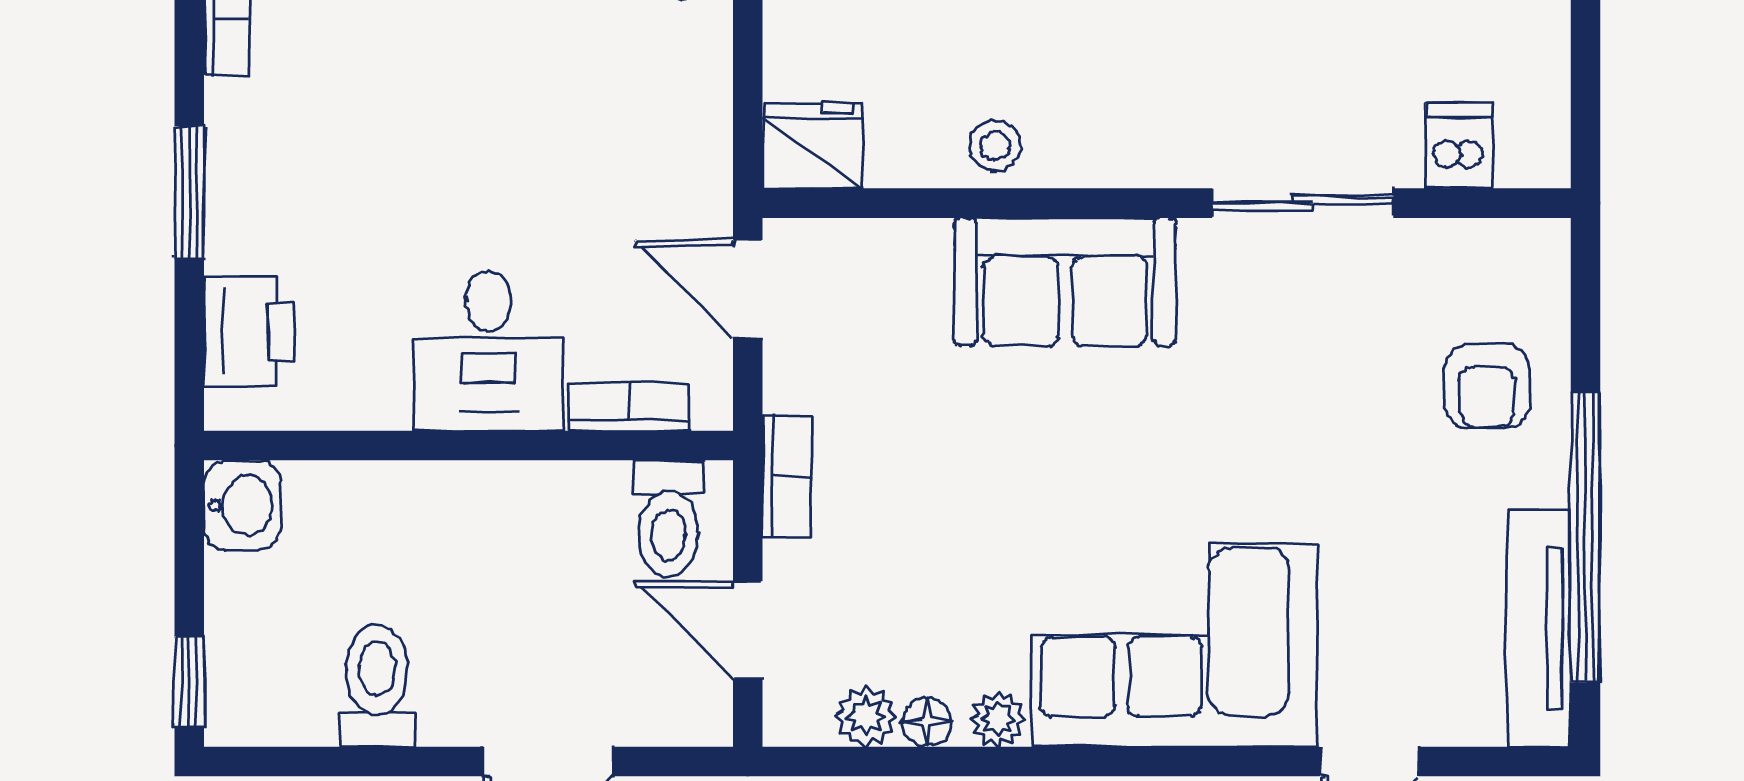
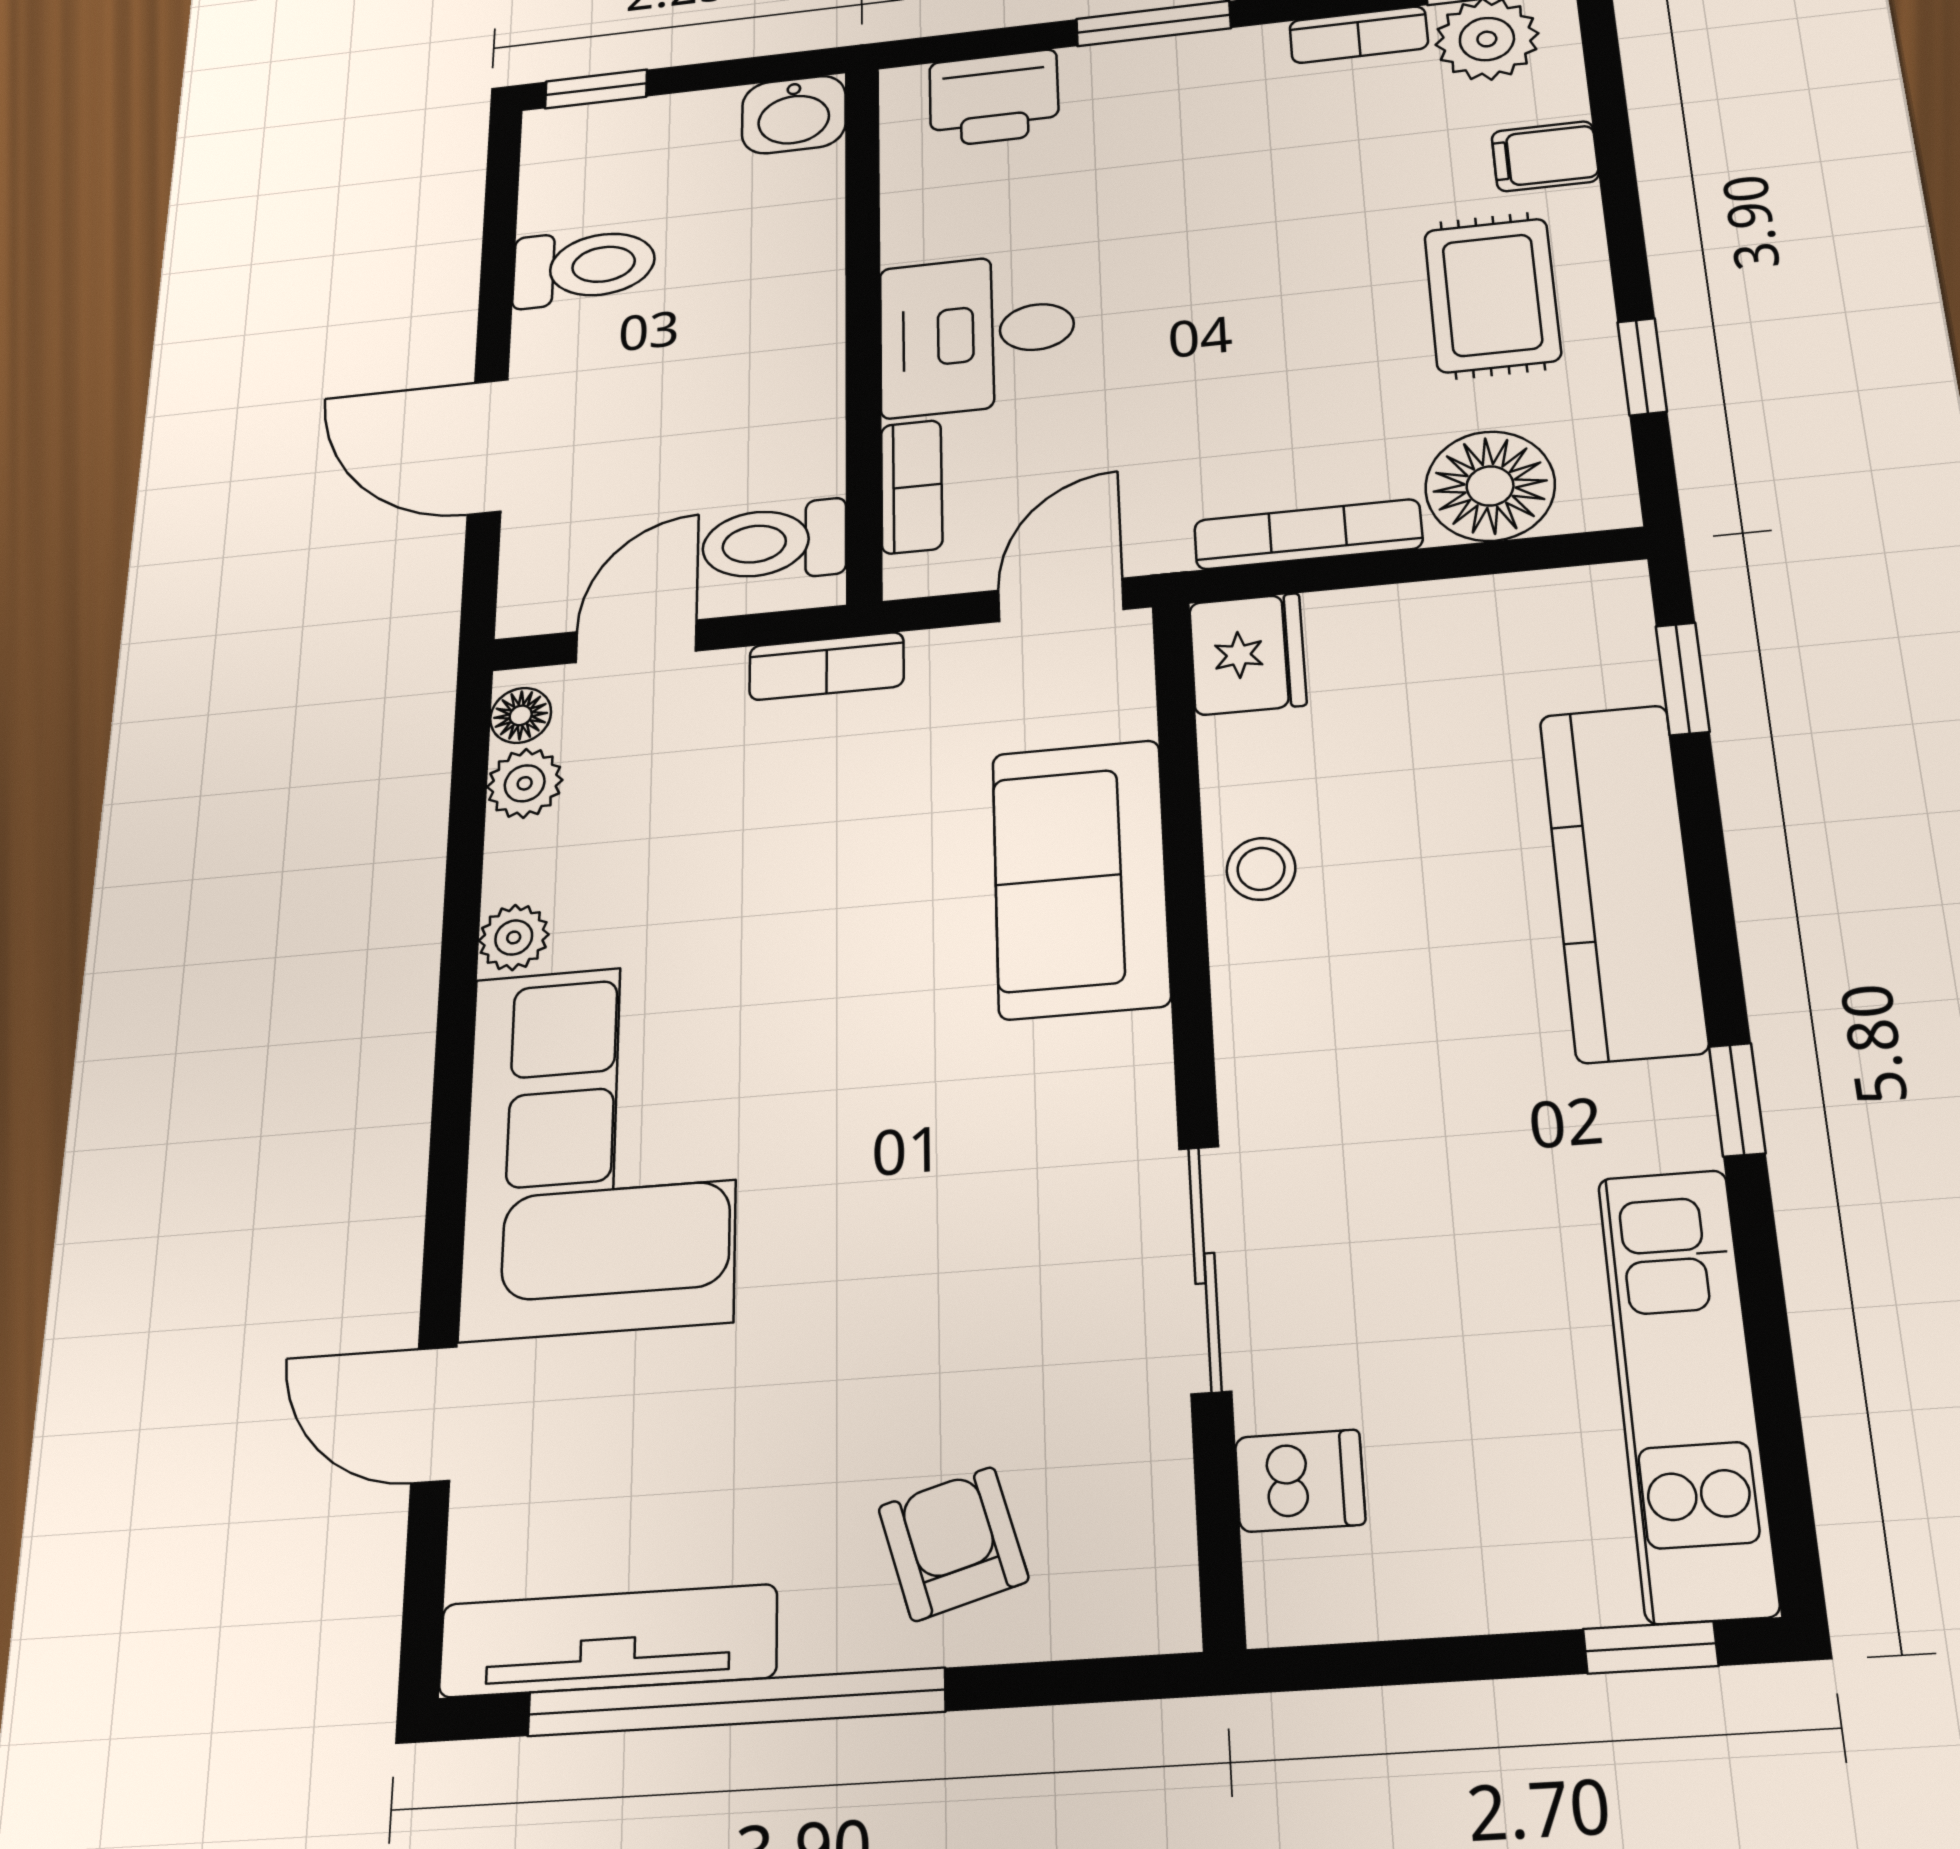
bookcase: (710, 93) -> (1308, 534), added
sofa: (1065, 282) -> (1080, 878), moved
armchair: (1487, 386) -> (953, 1544), turned 74
floor lamp: (927, 722) -> (521, 715), moved

